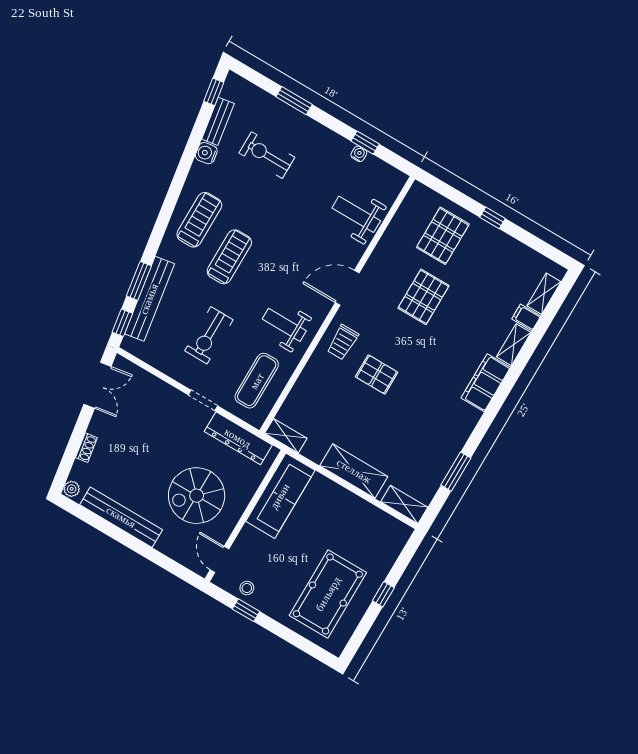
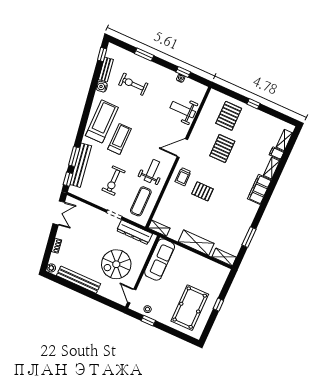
treadmill: (199, 220) -> (102, 121), width x1.37, depth x1.38
weight bench: (284, 325) -> (152, 171), turned 90

